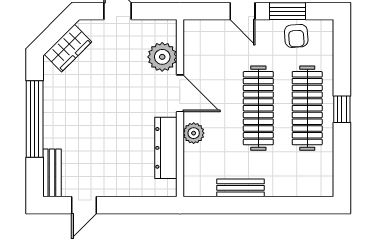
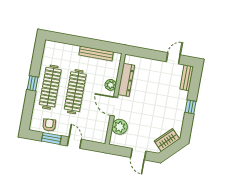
window: (35, 119) -> (191, 107), width x0.32
bench: (241, 188) -> (96, 53), width x1.36

